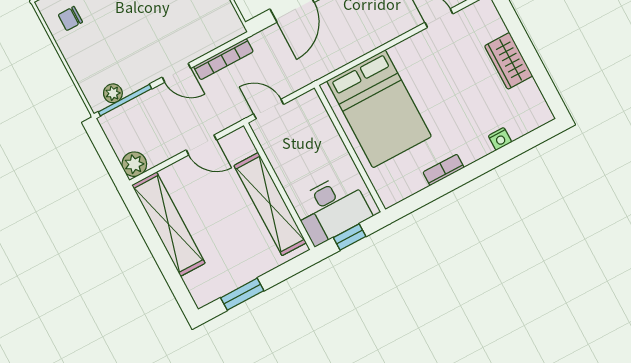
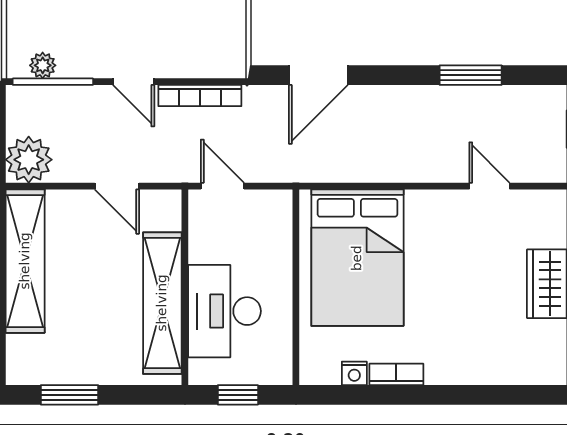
nightstand: (500, 139) -> (354, 373), moved
plant: (134, 164) -> (29, 160), width x1.36, depth x1.36
desk: (332, 209) -> (225, 311), moved, turned 90

